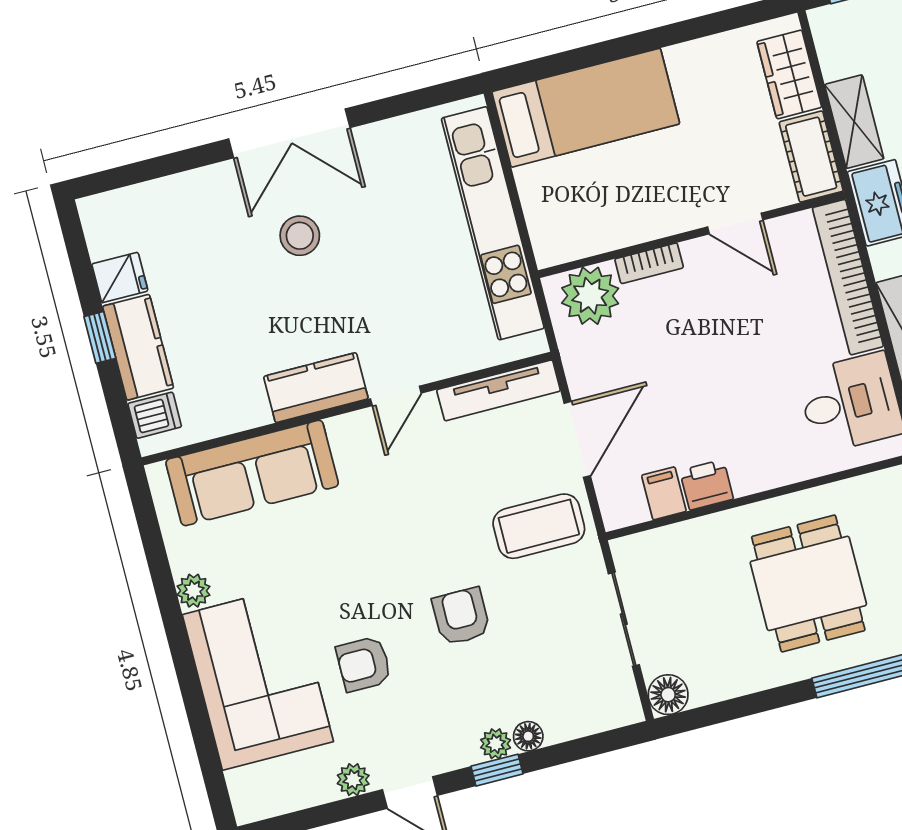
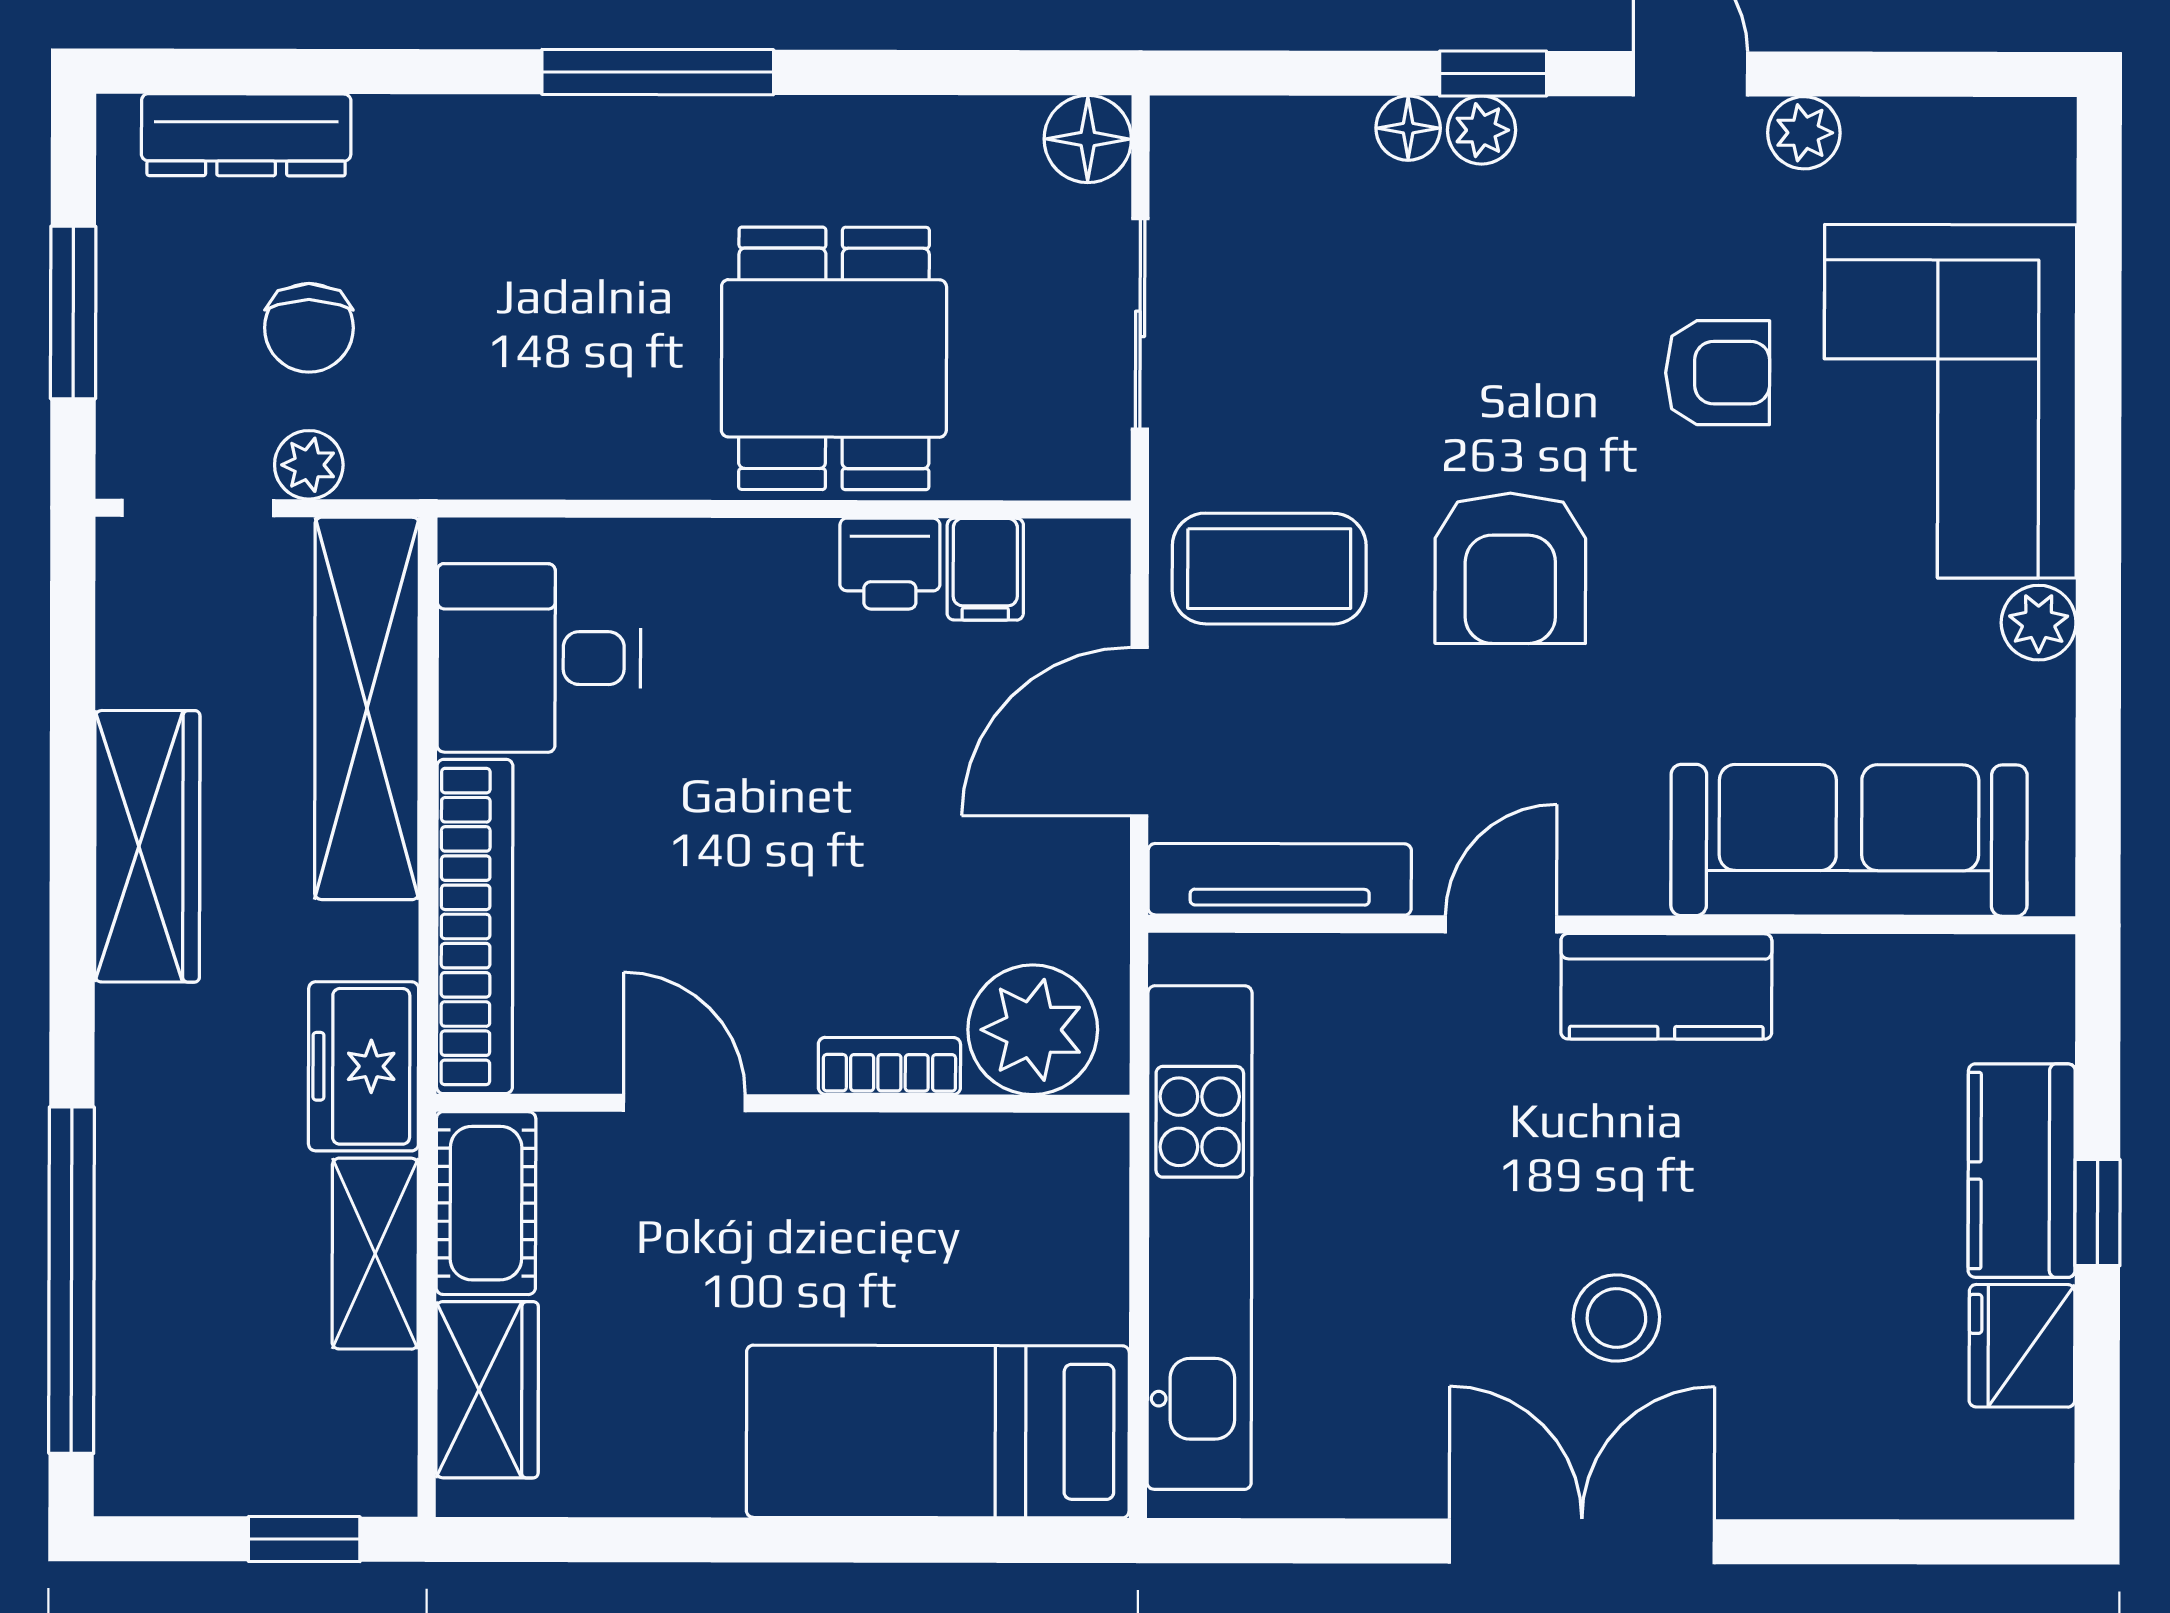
fridge: (120, 278) -> (2022, 1346), width x1.38
dishwasher: (155, 415) -> (2024, 1017), removed
dining table: (808, 583) -> (834, 358), moved
armchair: (461, 616) -> (1510, 568), moved, width x1.38, depth x1.38

